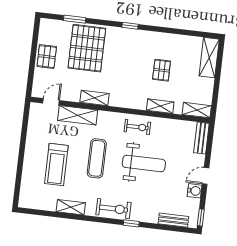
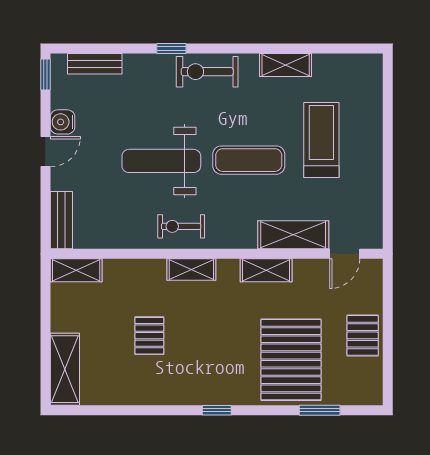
shelving: (160, 106) -> (191, 270), moved
exercise mat: (97, 158) -> (249, 160), turned 90

